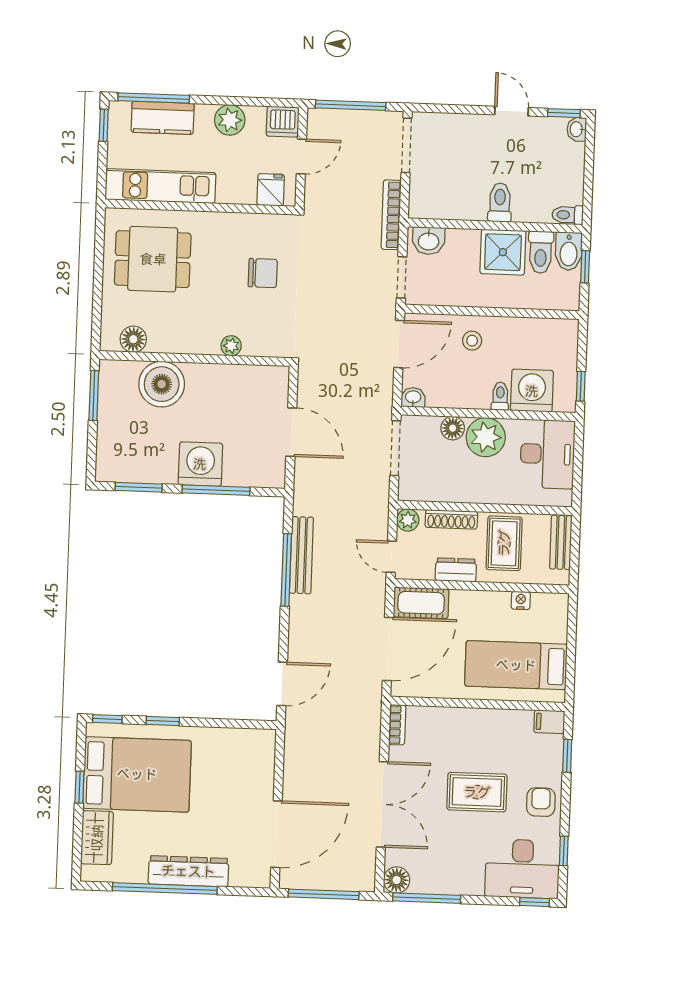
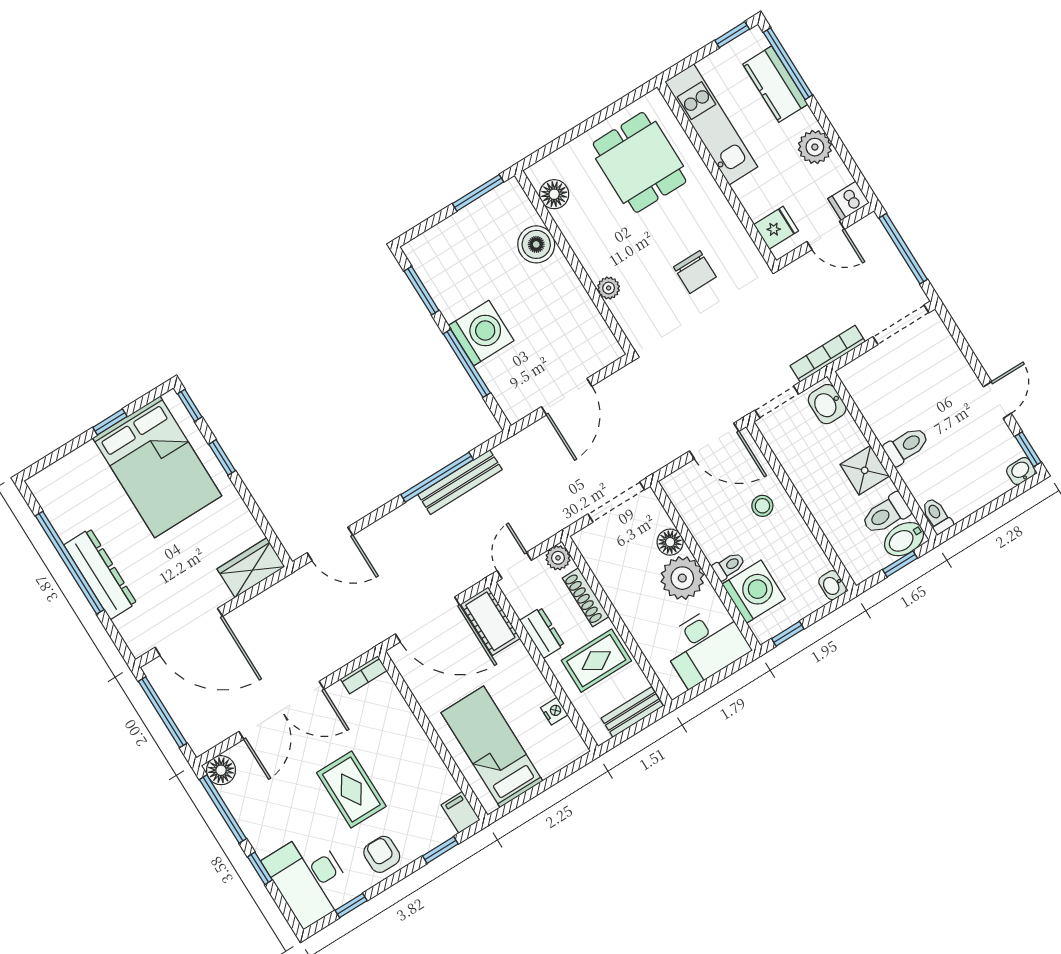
dishwasher: (283, 122) -> (849, 201), width x0.73
shower: (503, 252) -> (865, 470), width x0.73, depth x0.73
boiler: (162, 384) -> (536, 244), width x0.73, depth x0.73
washbasin: (413, 397) -> (832, 585), moved, turned 180
armchair: (541, 802) -> (382, 854), turned -90
wardrobe: (97, 838) -> (251, 568), moved, turned 180
window: (534, 902) -> (260, 868), moved

